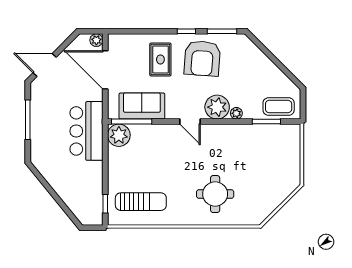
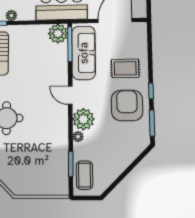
plant: (96, 40) -> (11, 16), moved
armchair: (202, 58) -> (127, 105), turned 86
sofa: (142, 106) -> (84, 53), width x1.36
door: (190, 122) -> (70, 95), hinge flipped

